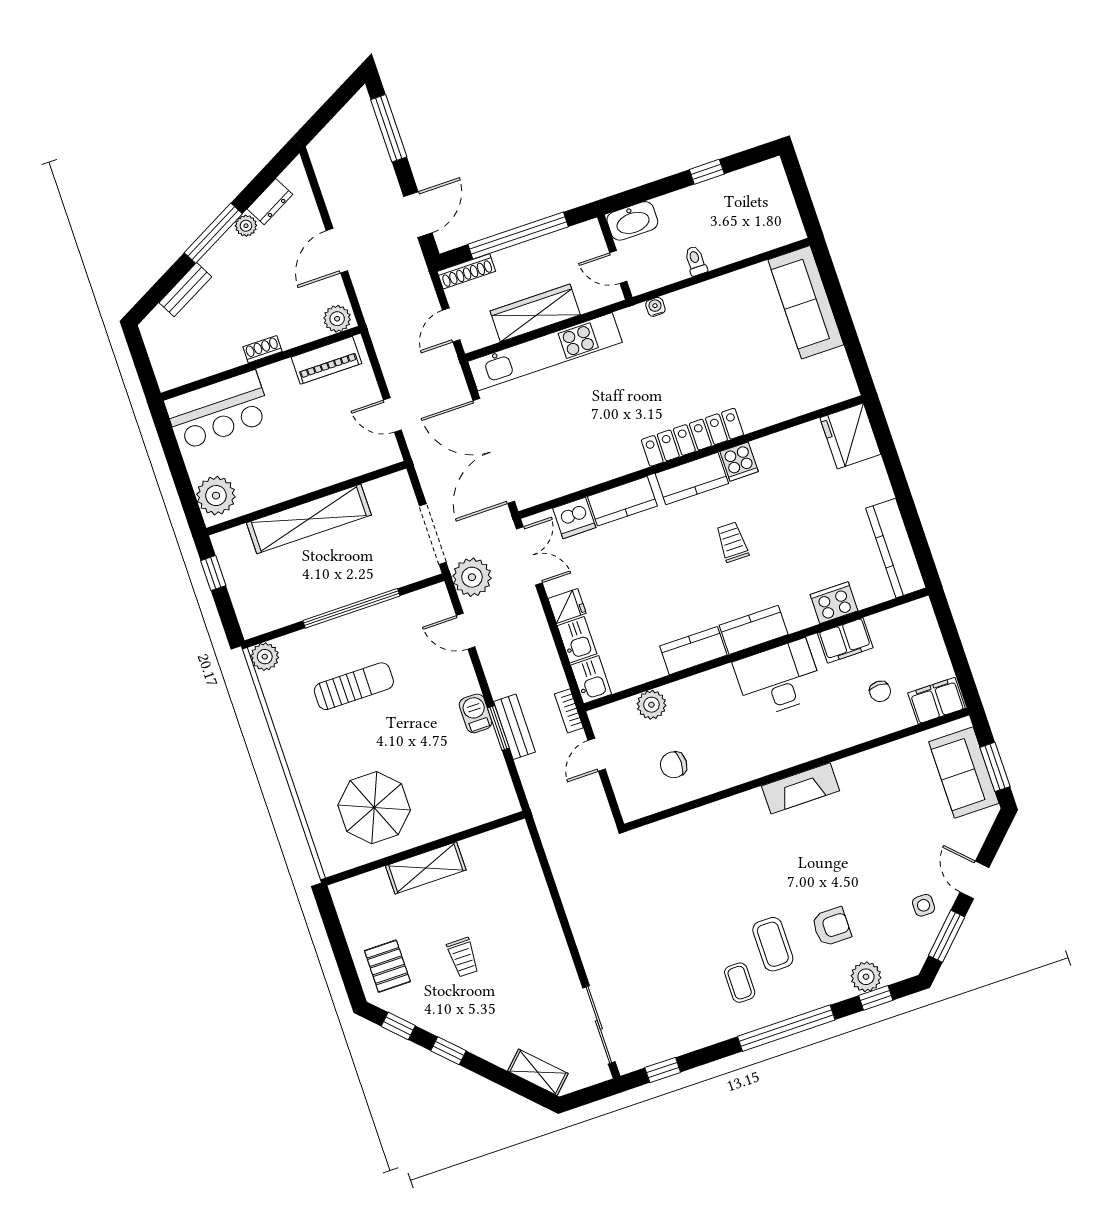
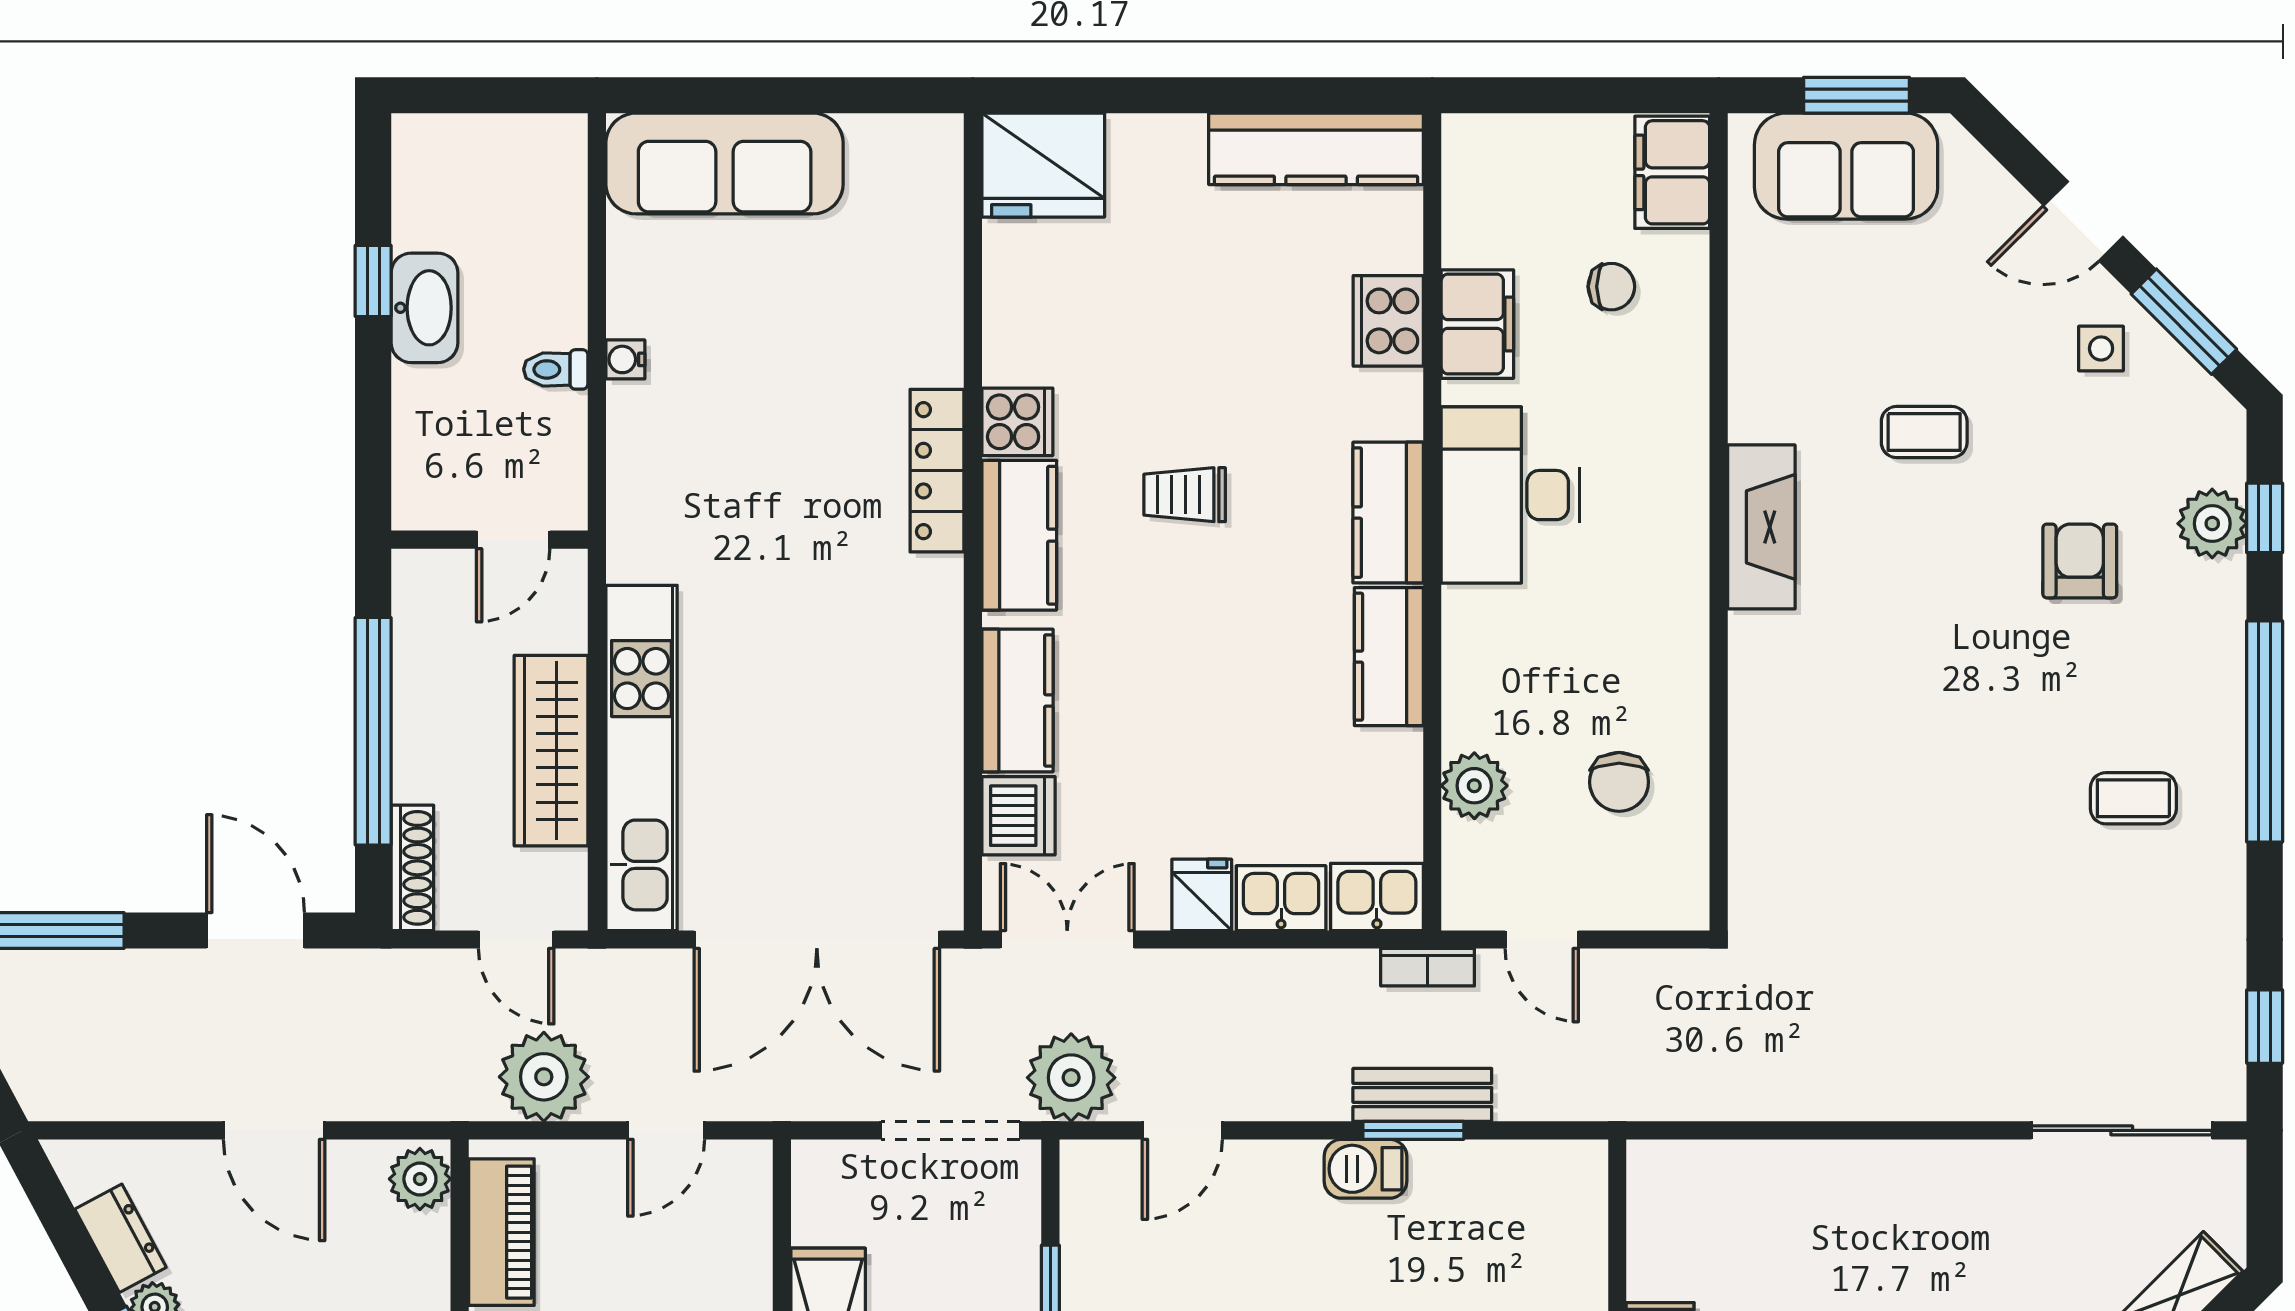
washbasin: (632, 221) -> (424, 308), moved
water cooler: (655, 307) -> (625, 359), moved
plant: (398, 356) -> (544, 1077), added
locker: (692, 437) -> (937, 471), width x0.71, depth x0.83
coffee table: (773, 944) -> (1924, 432), moved, width x0.73, depth x0.77

